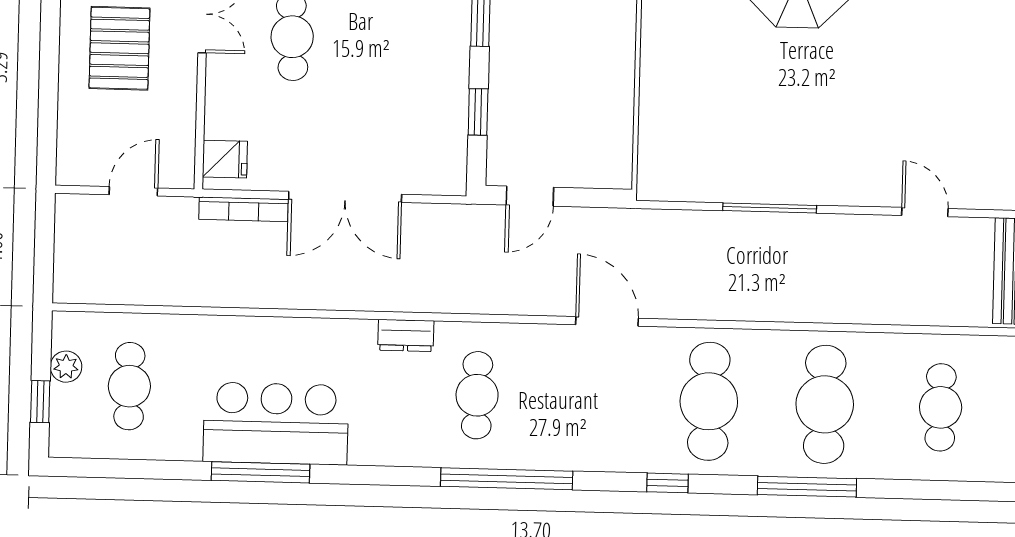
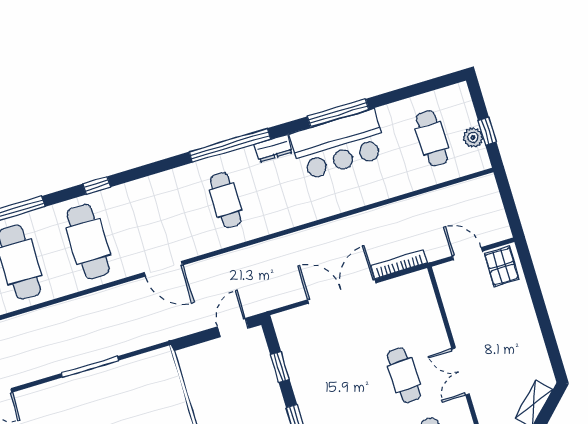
pallet: (119, 48) -> (502, 266), moved, width x0.67, depth x0.71
fridge: (225, 159) -> (420, 290), removed
door: (133, 191) -> (467, 254), swing flipped
dresser: (406, 335) -> (273, 148), moved, turned 180
window: (40, 402) -> (487, 131), moved
window: (507, 479) -> (230, 145), moved

